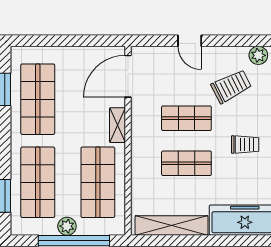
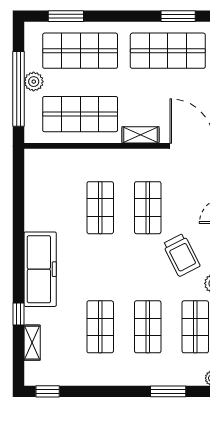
trolley: (245, 145) -> (120, 270), removed
shelving: (172, 225) -> (35, 192), removed

